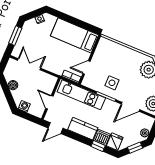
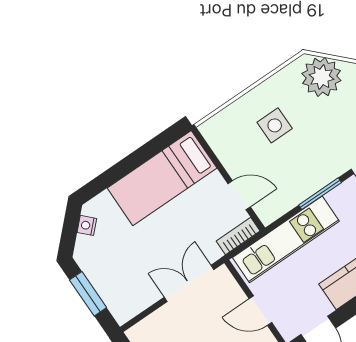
double door: (29, 64) -> (189, 283), moved
door: (86, 67) -> (239, 195), swing flipped
side table: (112, 83) -> (275, 125), moved

